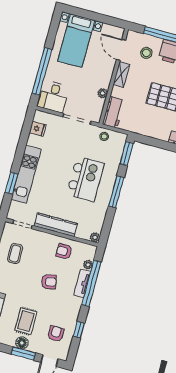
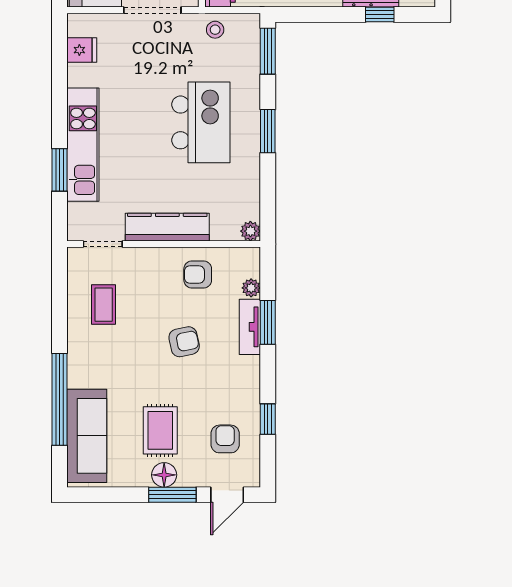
window: (116, 192) -> (268, 131), width x0.69
window: (91, 283) -> (268, 322), width x0.47

